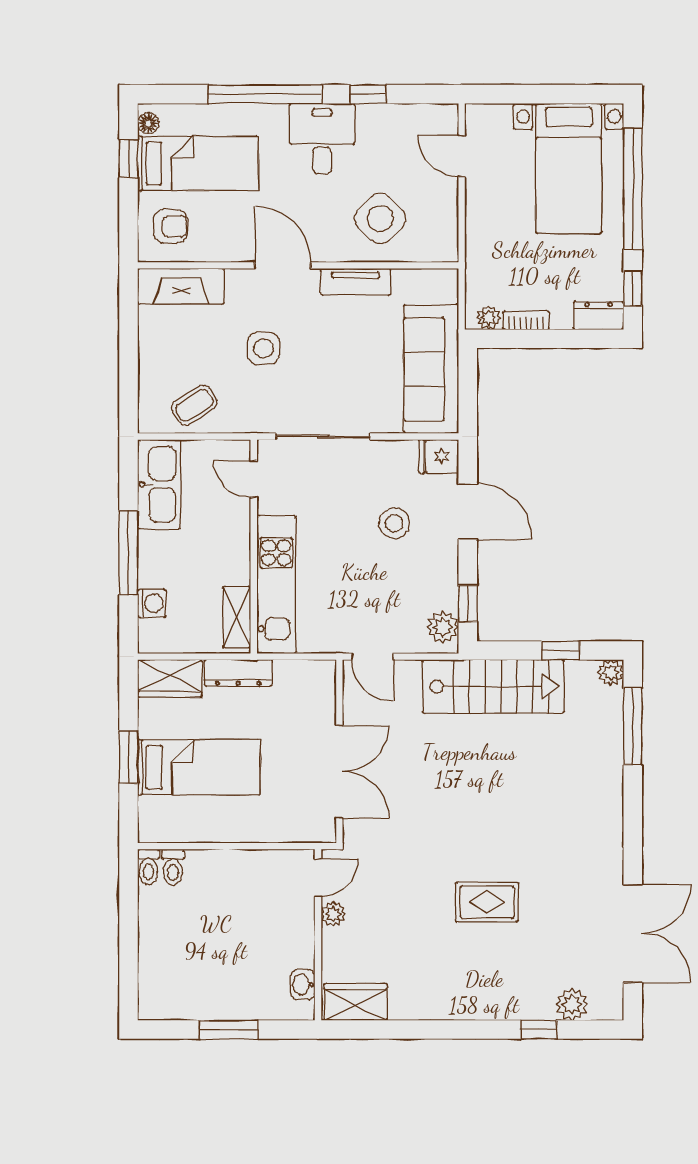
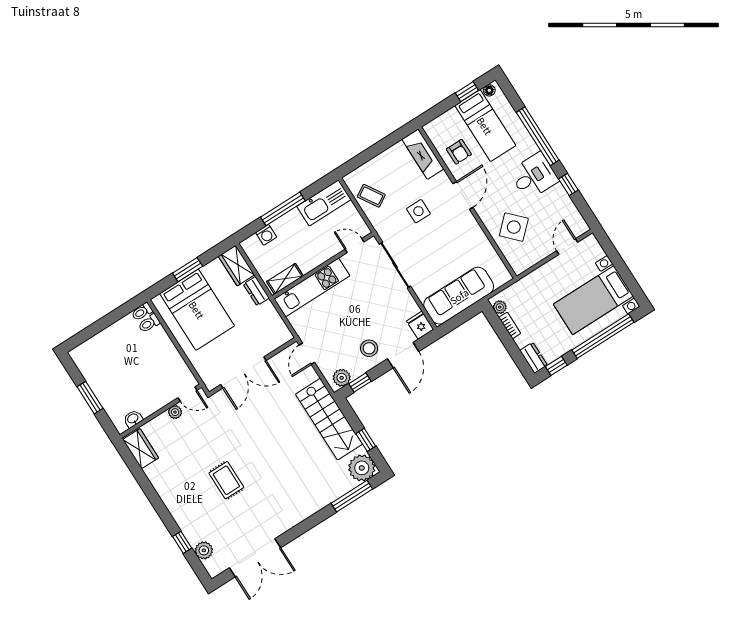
armchair: (170, 226) -> (459, 152), moved
tv unit: (356, 282) -> (477, 234), removed
door: (254, 479) -> (354, 246), hinge flipped
stool: (394, 523) -> (369, 348), moved
dresser: (238, 673) -> (256, 291), width x0.70
plant: (611, 673) -> (362, 468), width x1.88, depth x1.88
bed: (199, 767) -> (197, 310), width x1.50

